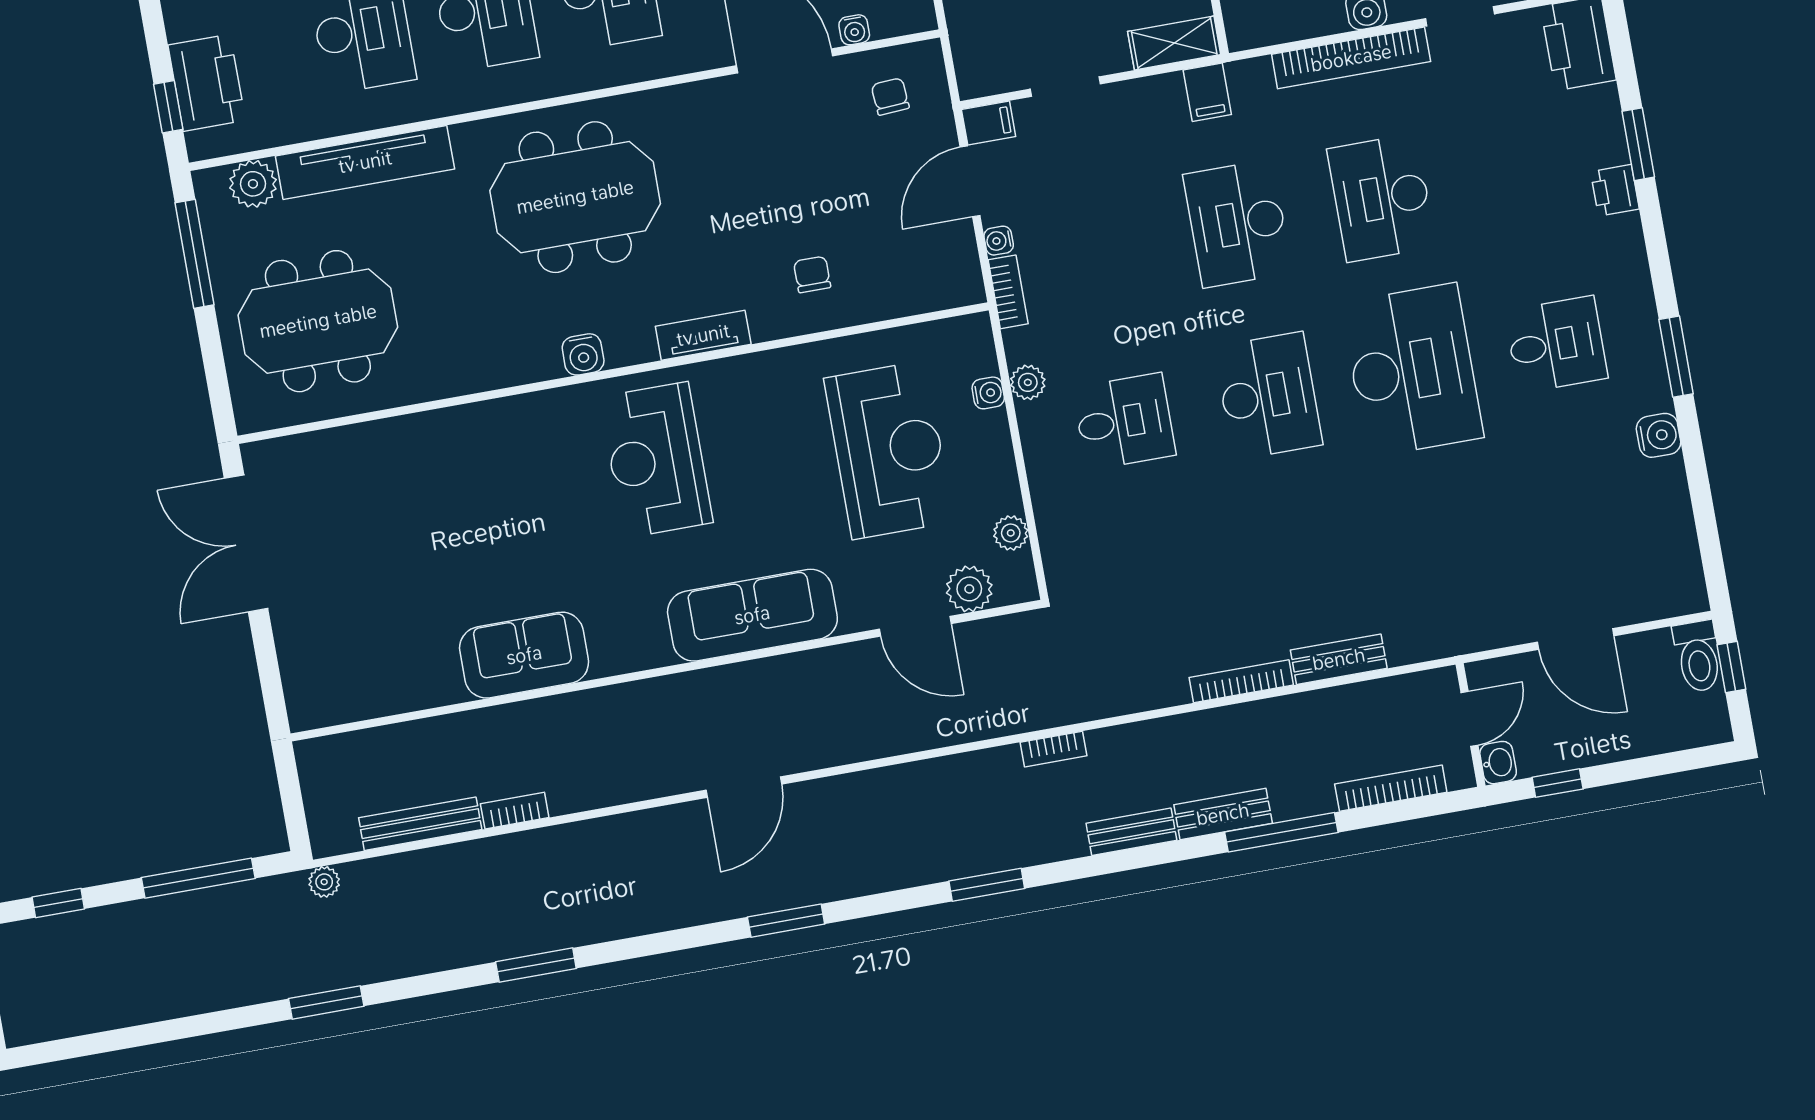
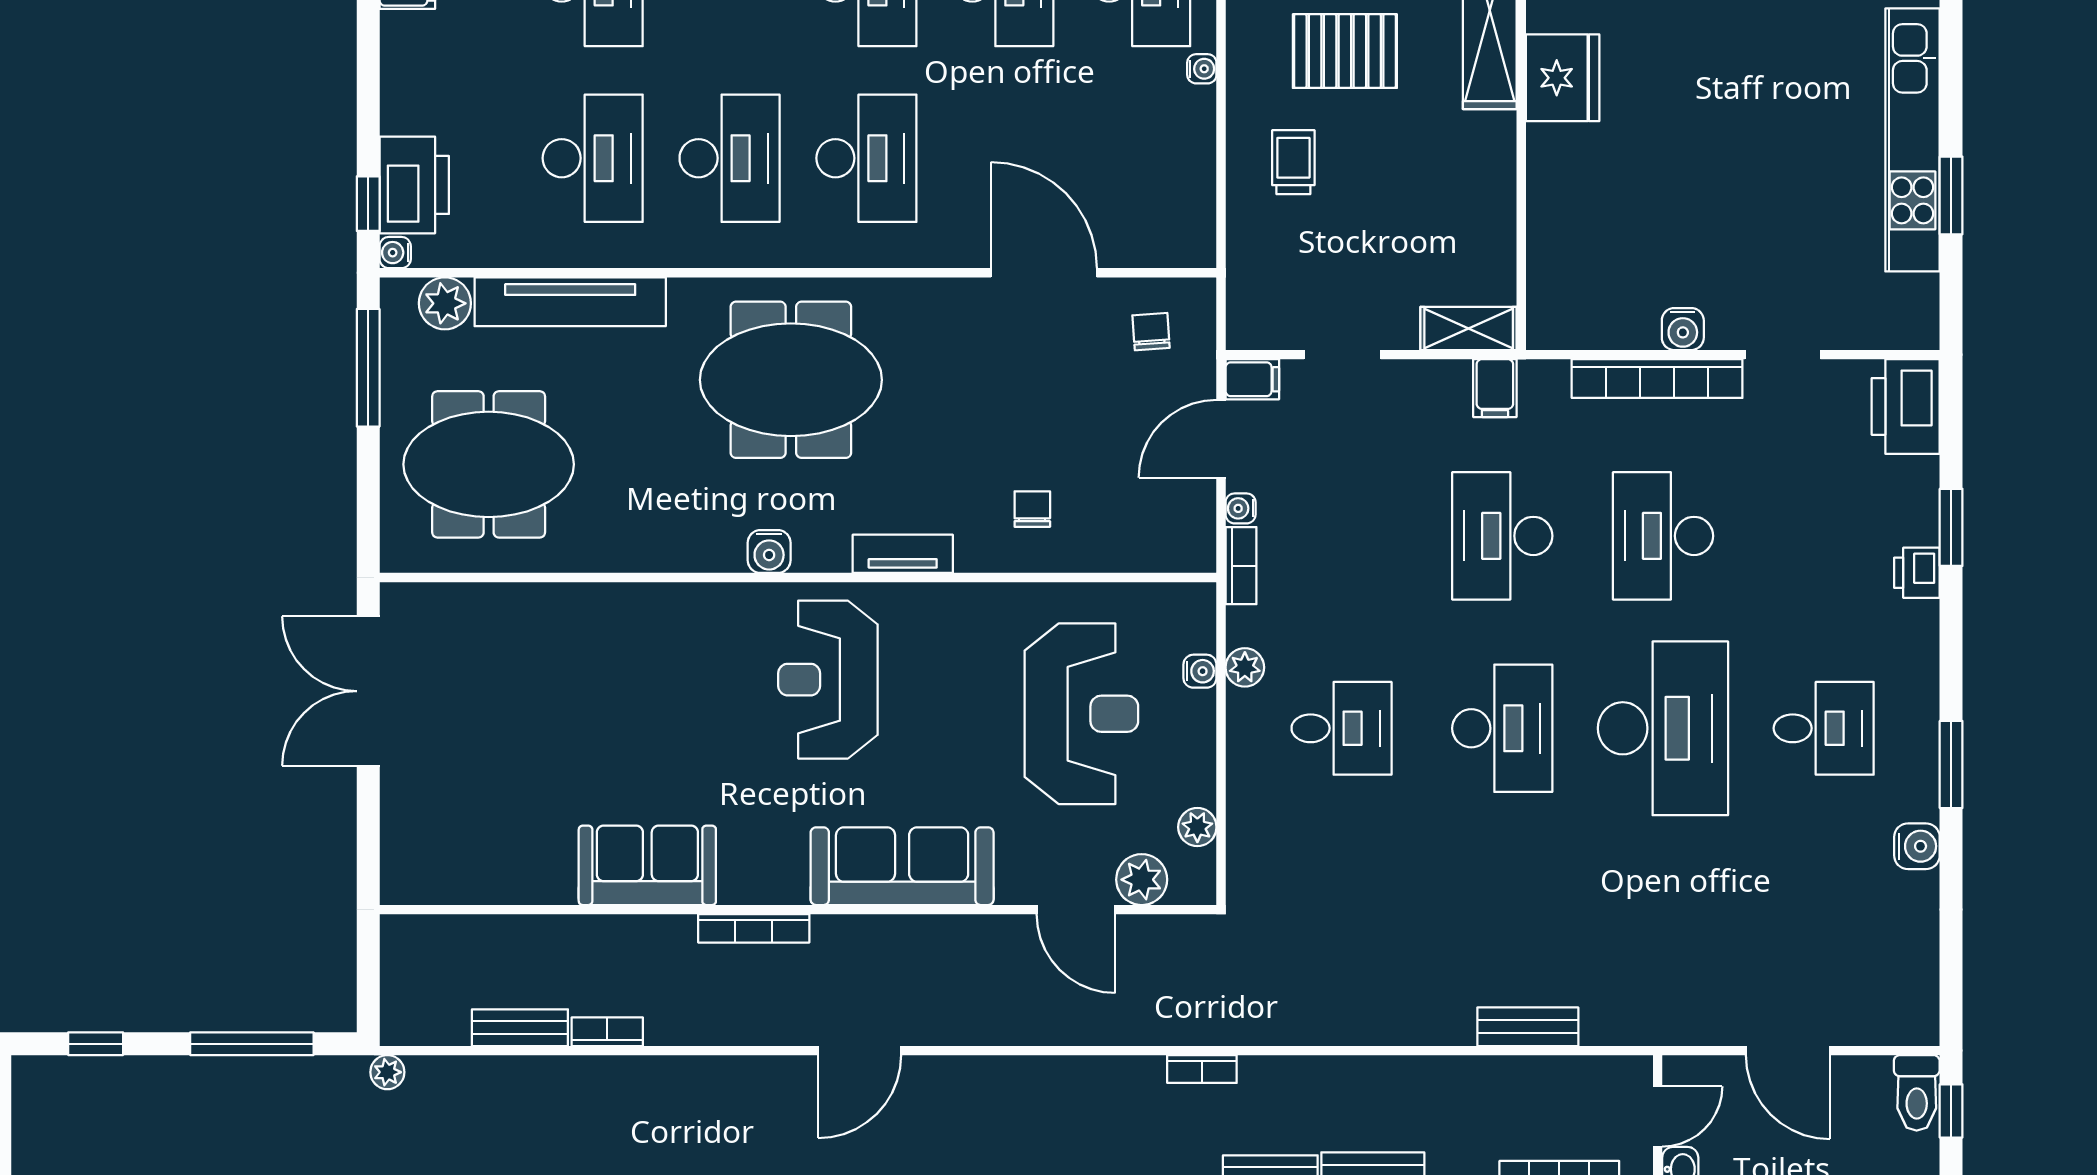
water cooler: (854, 30) -> (395, 253), moved, turned 90
bookcase: (1241, 681) -> (754, 928), moved, turned 180
bench: (420, 824) -> (520, 1028), width x0.73

